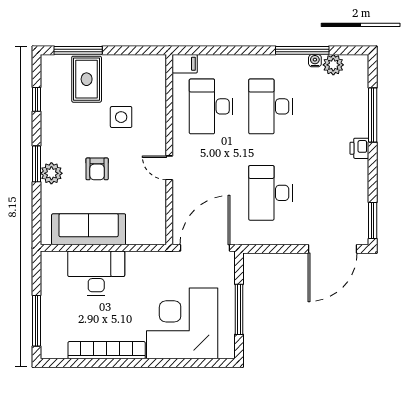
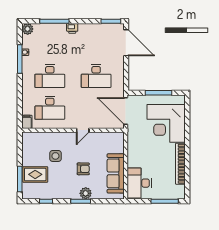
plant: (333, 65) -> (28, 29), moved
desk: (96, 273) -> (139, 183), moved

